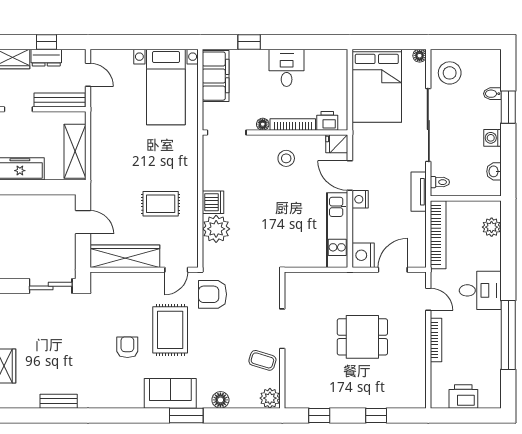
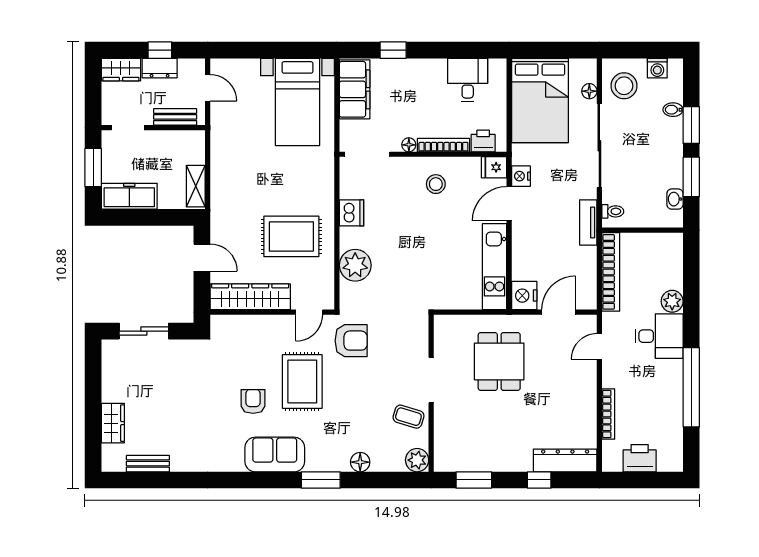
floor lamp: (420, 56) -> (589, 91), moved
desk: (287, 68) -> (468, 80), moved
bench: (60, 100) -> (175, 117), width x0.73
washing machine: (492, 138) -> (657, 68), moved, turned -90
shelving: (75, 151) -> (196, 186), width x0.67, depth x0.75
window: (508, 152) -> (691, 177), added
door: (350, 175) -> (509, 204), hinge flipped
nightstand: (360, 199) -> (521, 176), moved
dishwasher: (213, 202) -> (352, 213), moved
rug: (161, 204) -> (291, 236), width x1.36, depth x1.43
plant: (492, 227) -> (672, 301), moved
sliding door: (51, 286) -> (144, 331), moved
armchair: (213, 294) -> (351, 341), turned 180
door: (428, 299) -> (599, 346), swing flipped
dining table: (362, 337) -> (499, 362), moved, turned 90
bookcase: (436, 340) -> (608, 414), moved
sofa: (170, 393) -> (275, 454), moved
dresser: (399, 398) -> (565, 460), added
bench: (59, 401) -> (148, 464), moved
window: (319, 415) -> (474, 480), width x1.50

